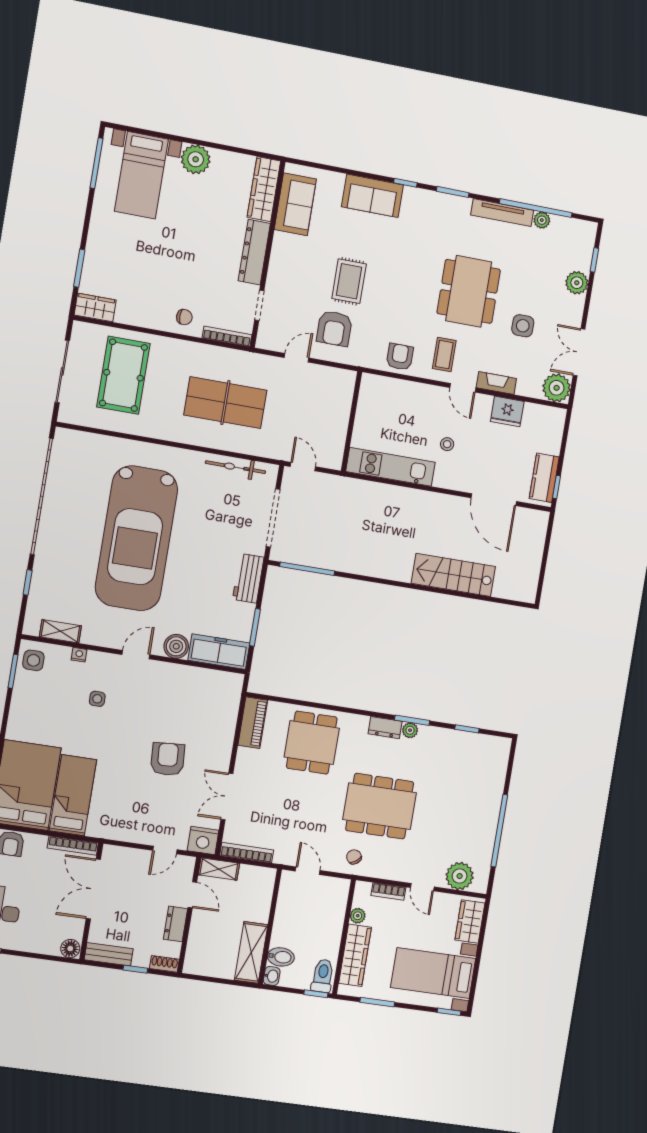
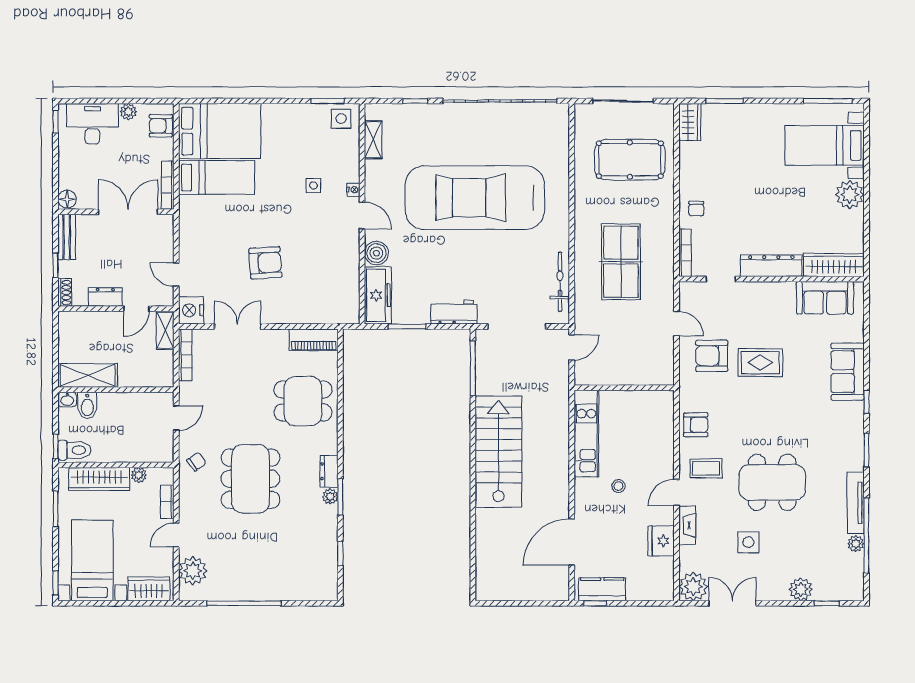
stairs: (453, 575) -> (498, 452), moved, width x1.36, depth x1.51
nightstand: (79, 655) -> (353, 190), moved

